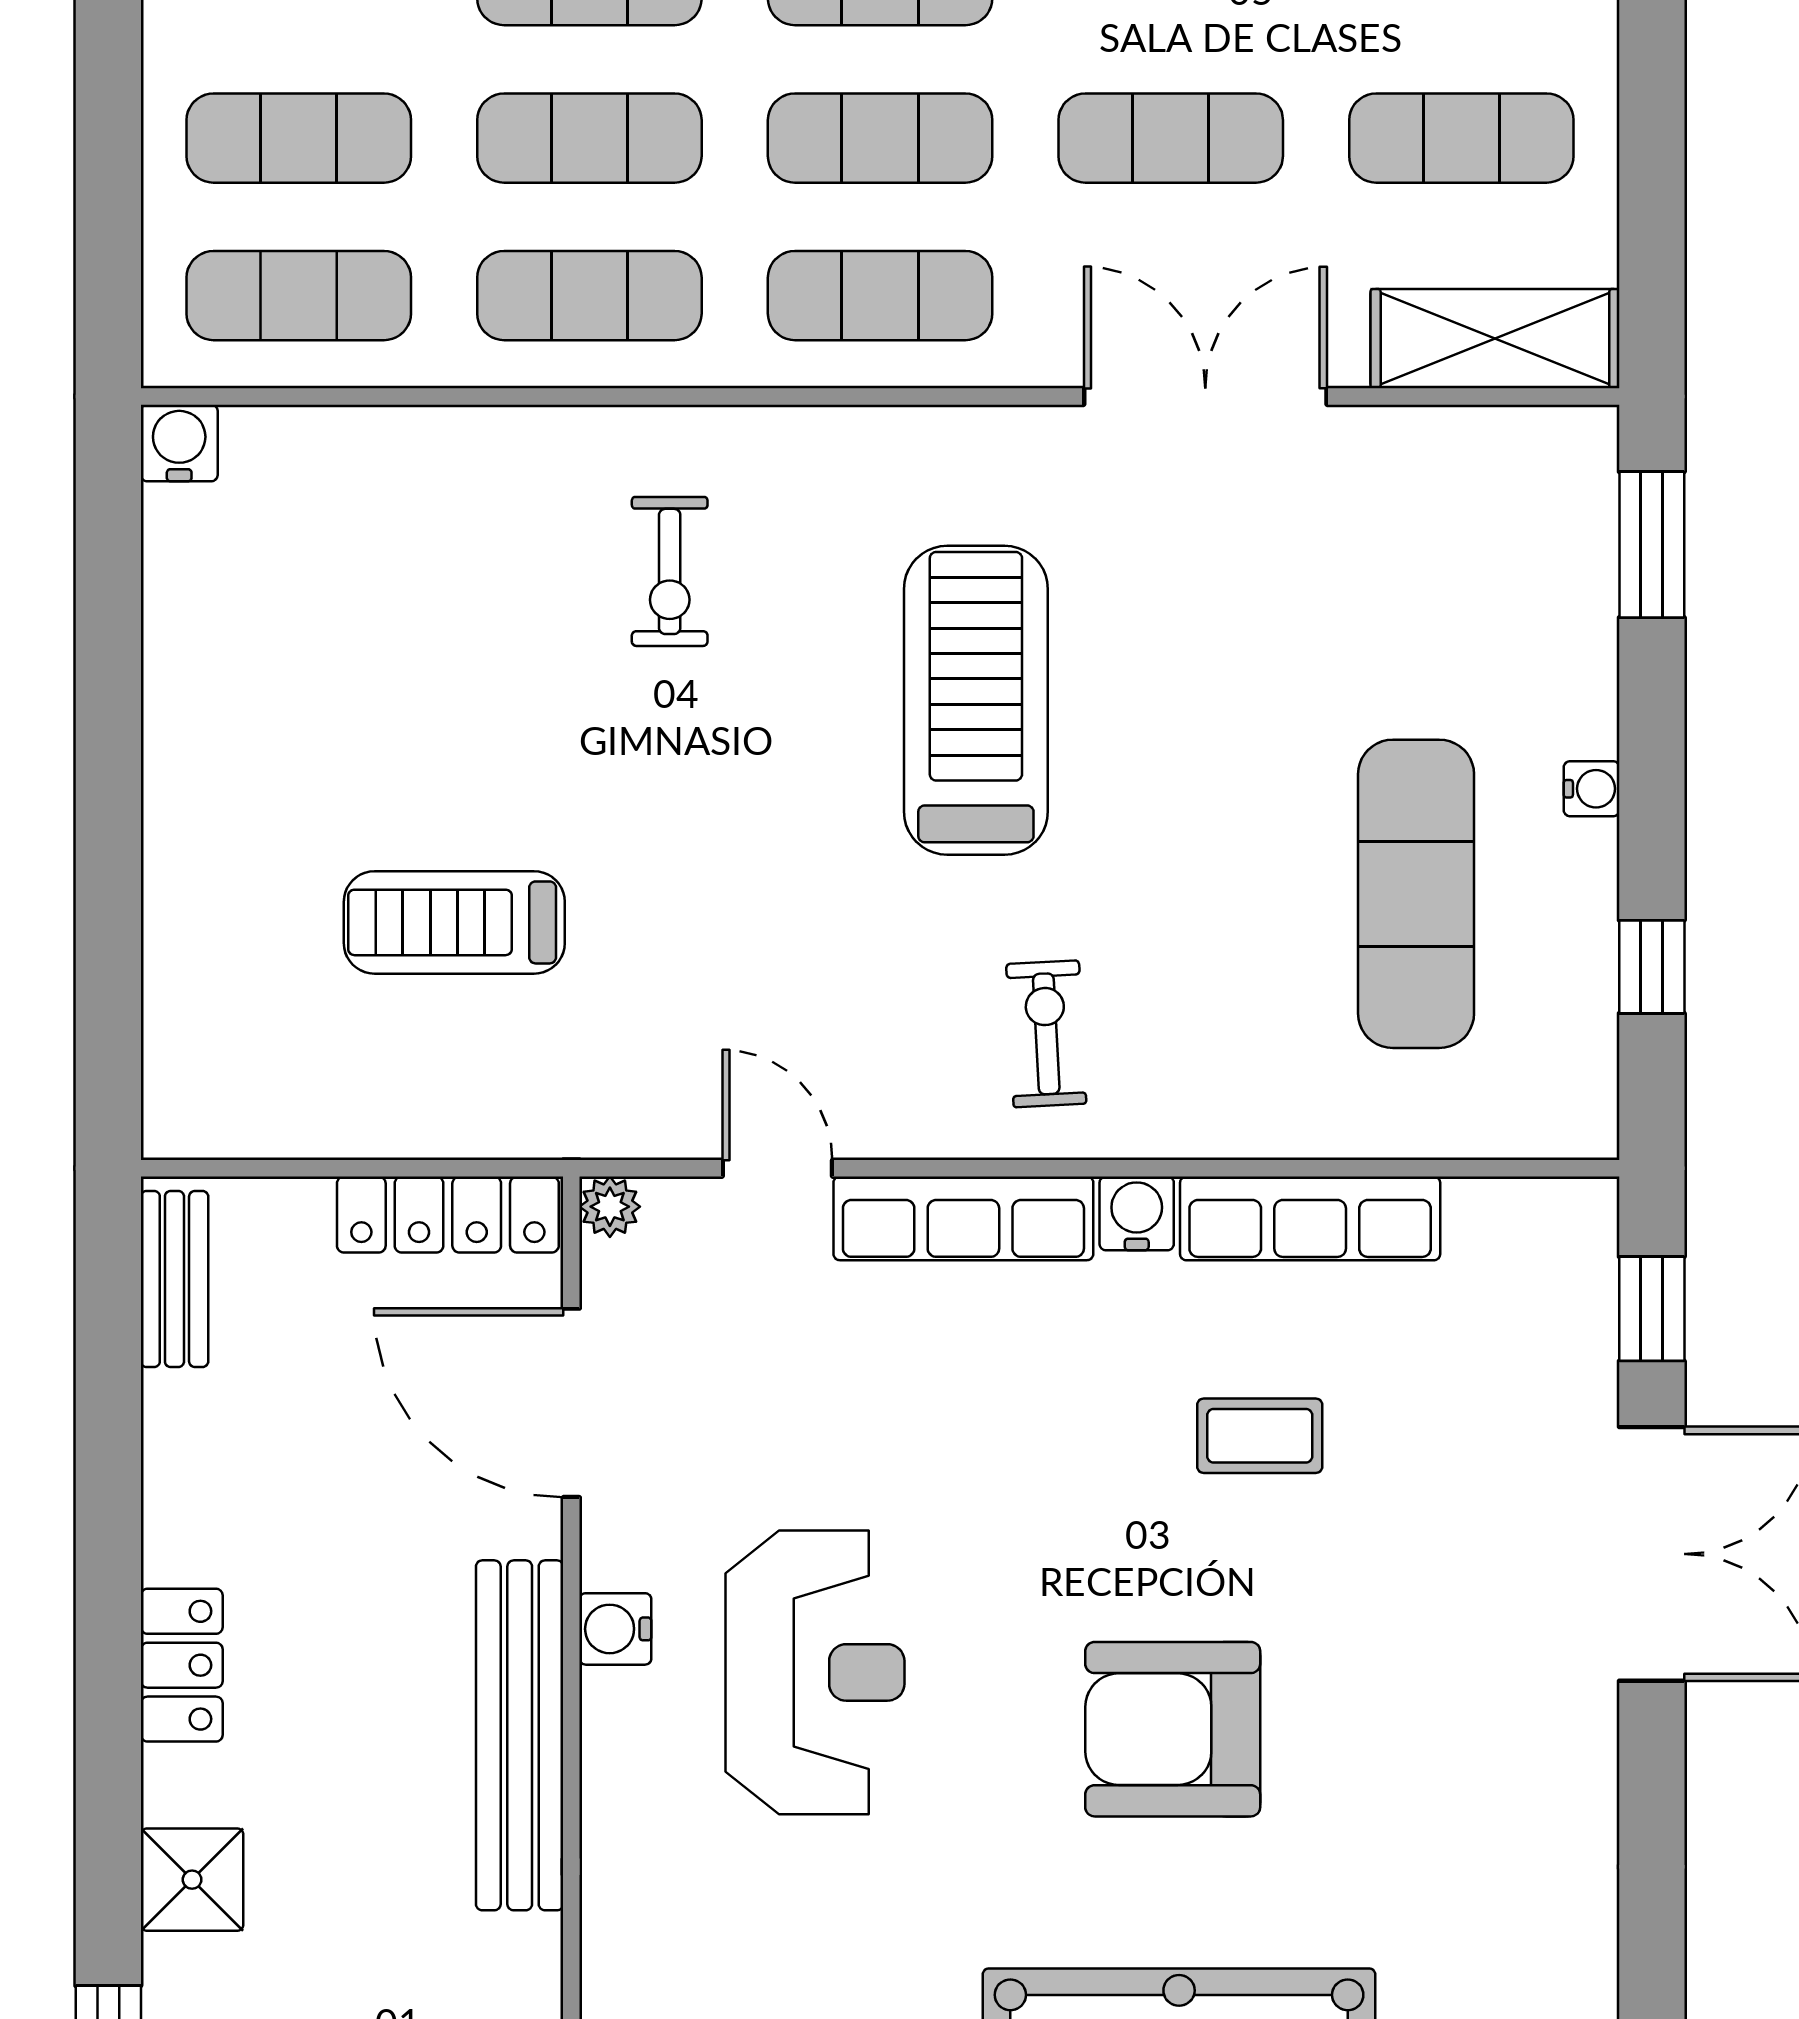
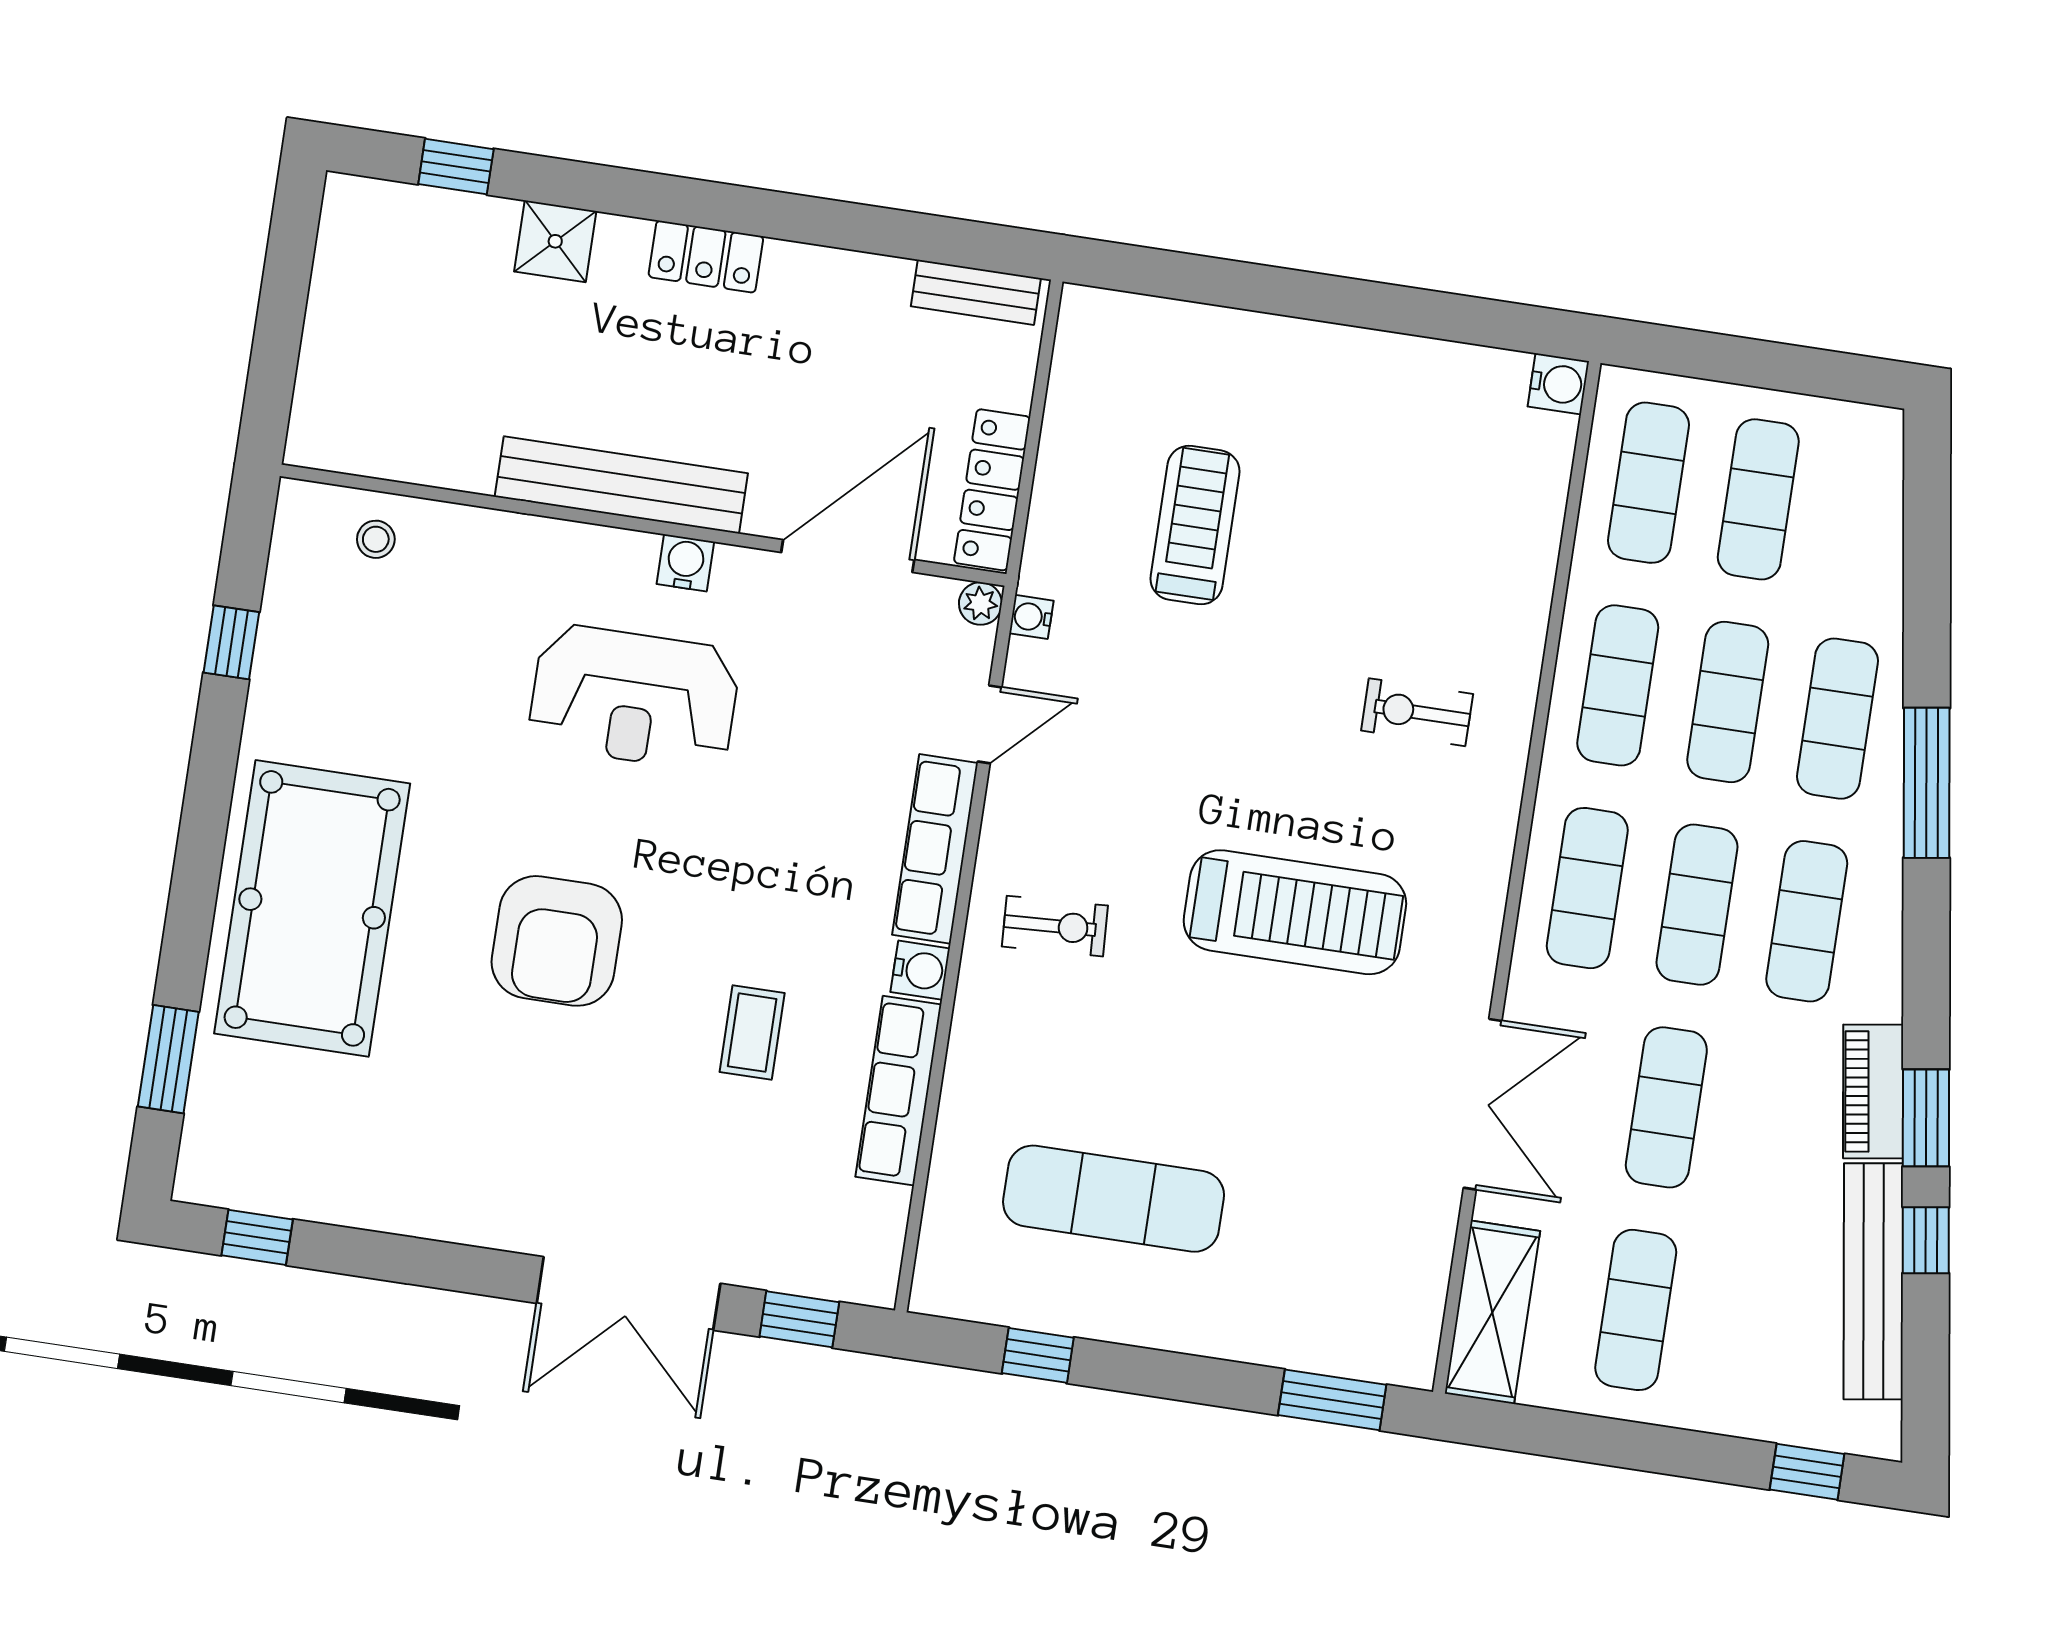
water cooler: (1592, 789) -> (1031, 617), moved, turned 90
armchair: (1173, 1729) -> (557, 941), turned 180

